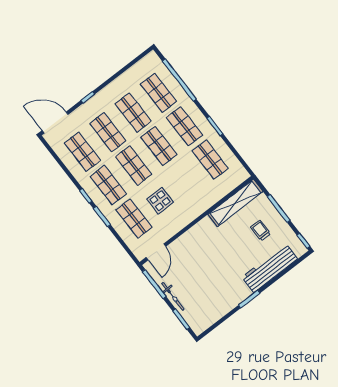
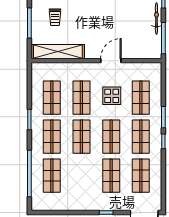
shop shelf: (133, 112) -> (81, 98), moved
door: (156, 252) -> (111, 61), moved

